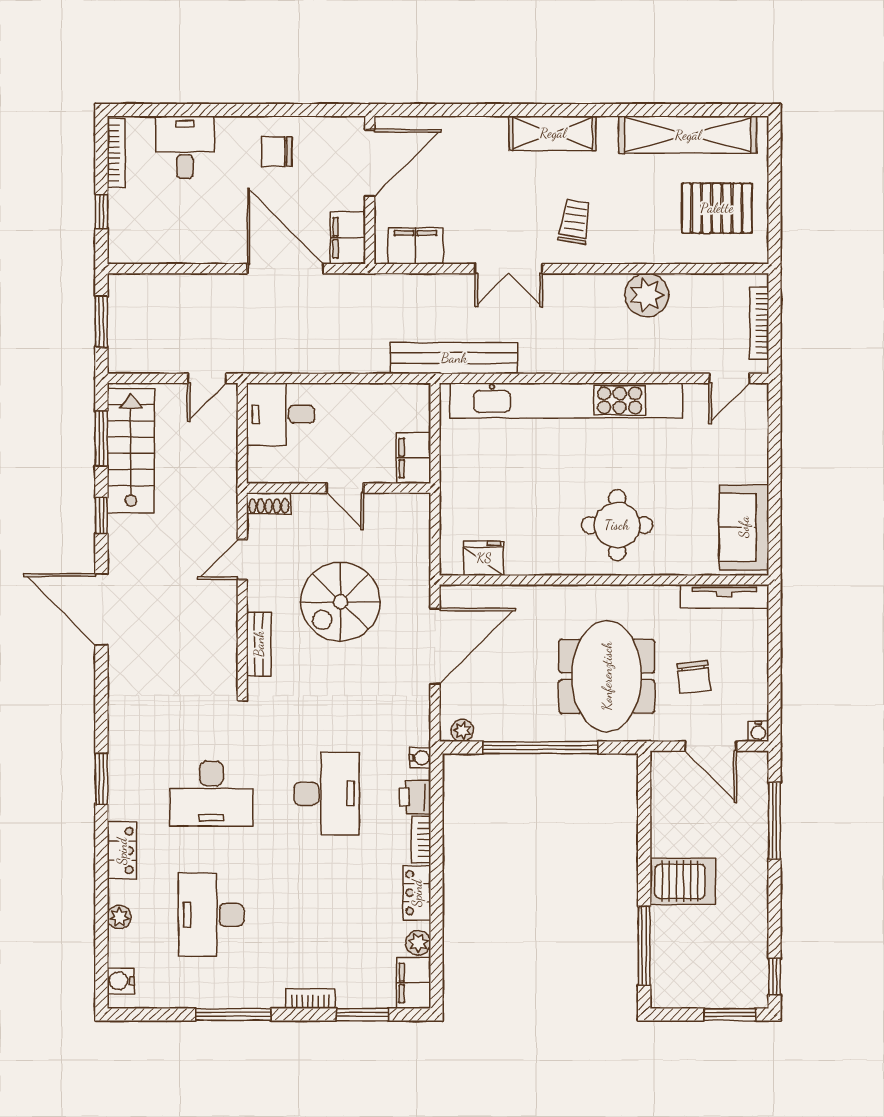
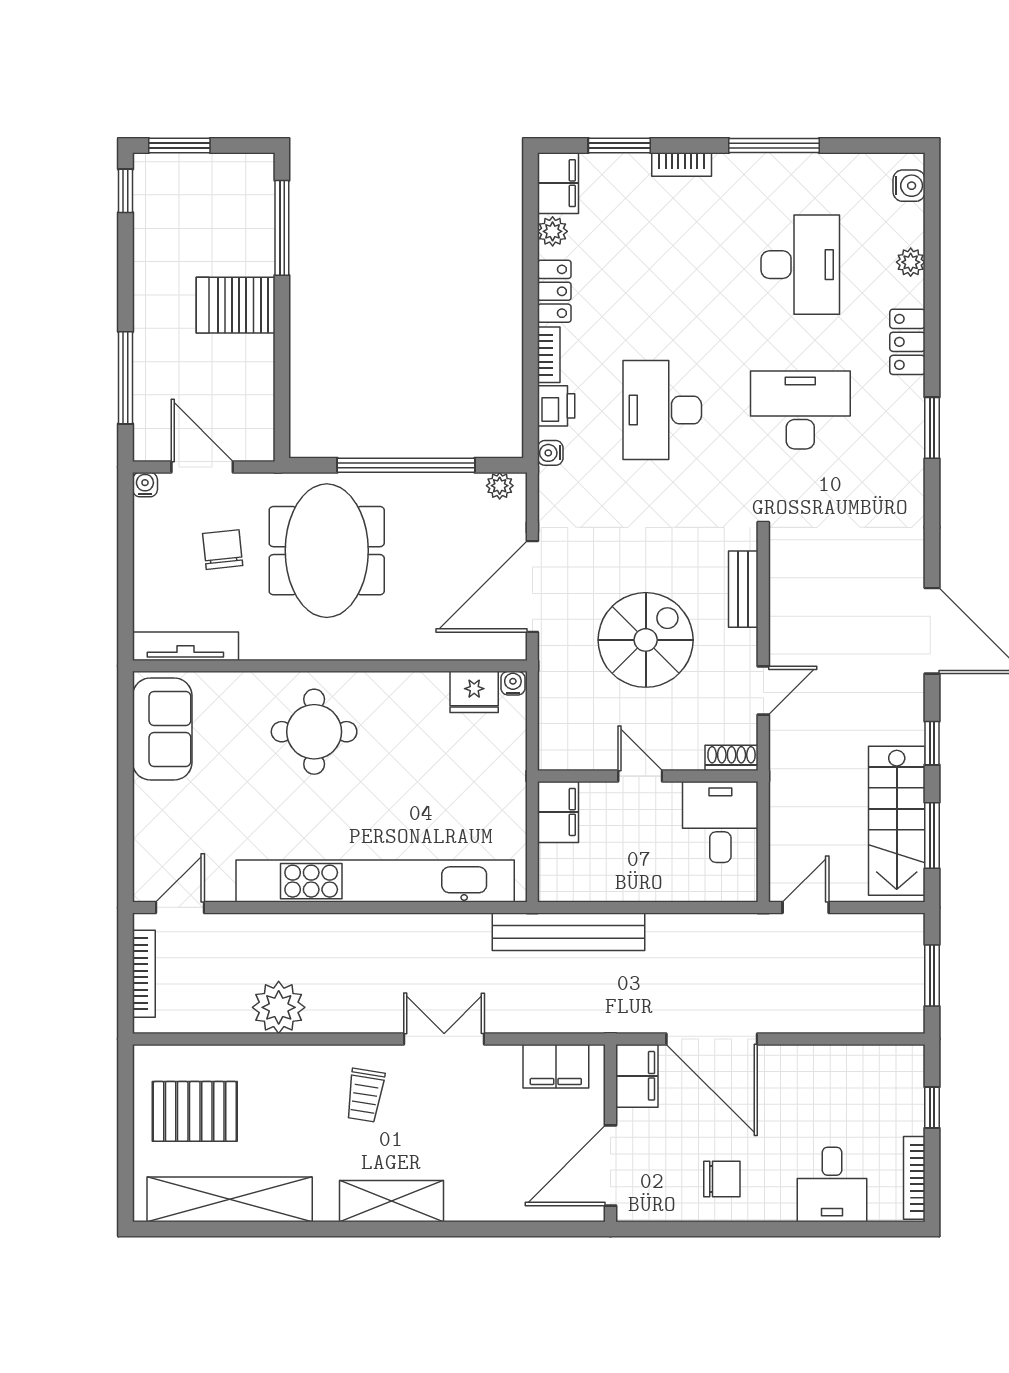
bench: (454, 358) -> (568, 932), moved
desk: (281, 414) -> (720, 822), moved, turned -90
water cooler: (451, 566) -> (513, 683), added

